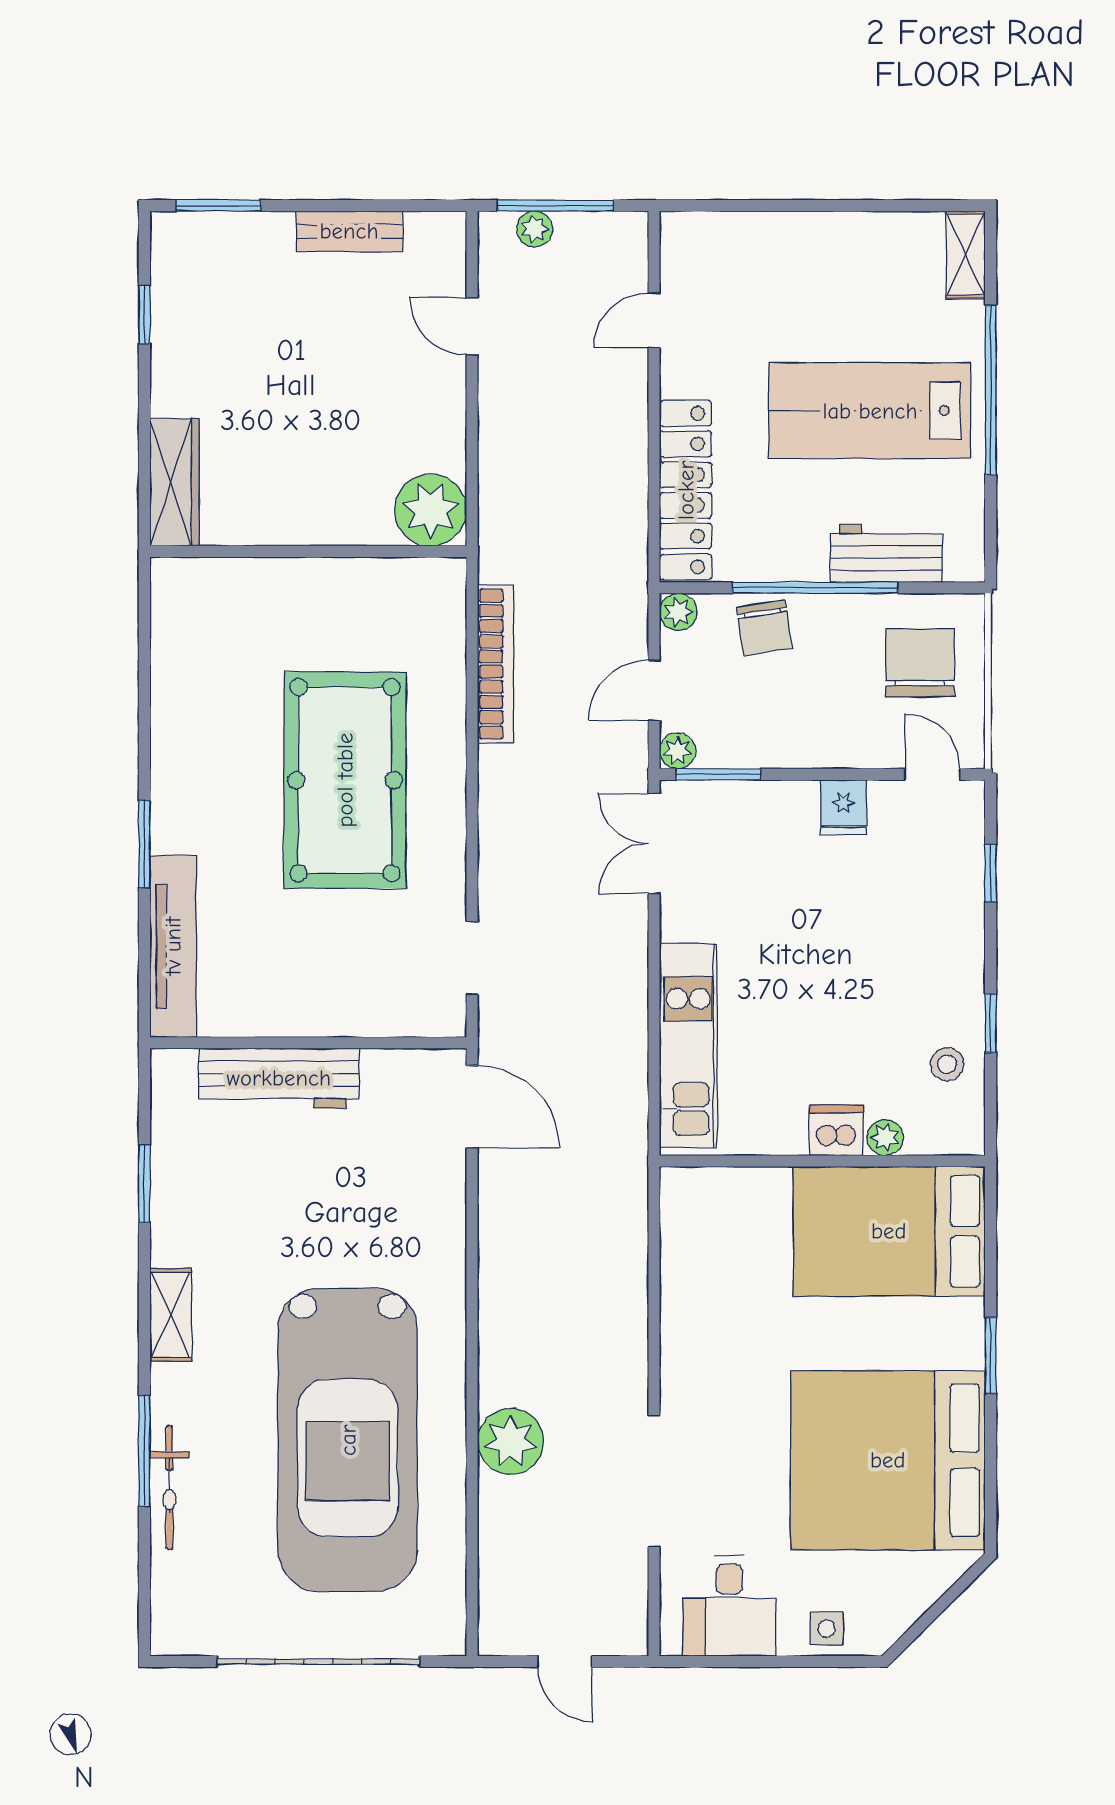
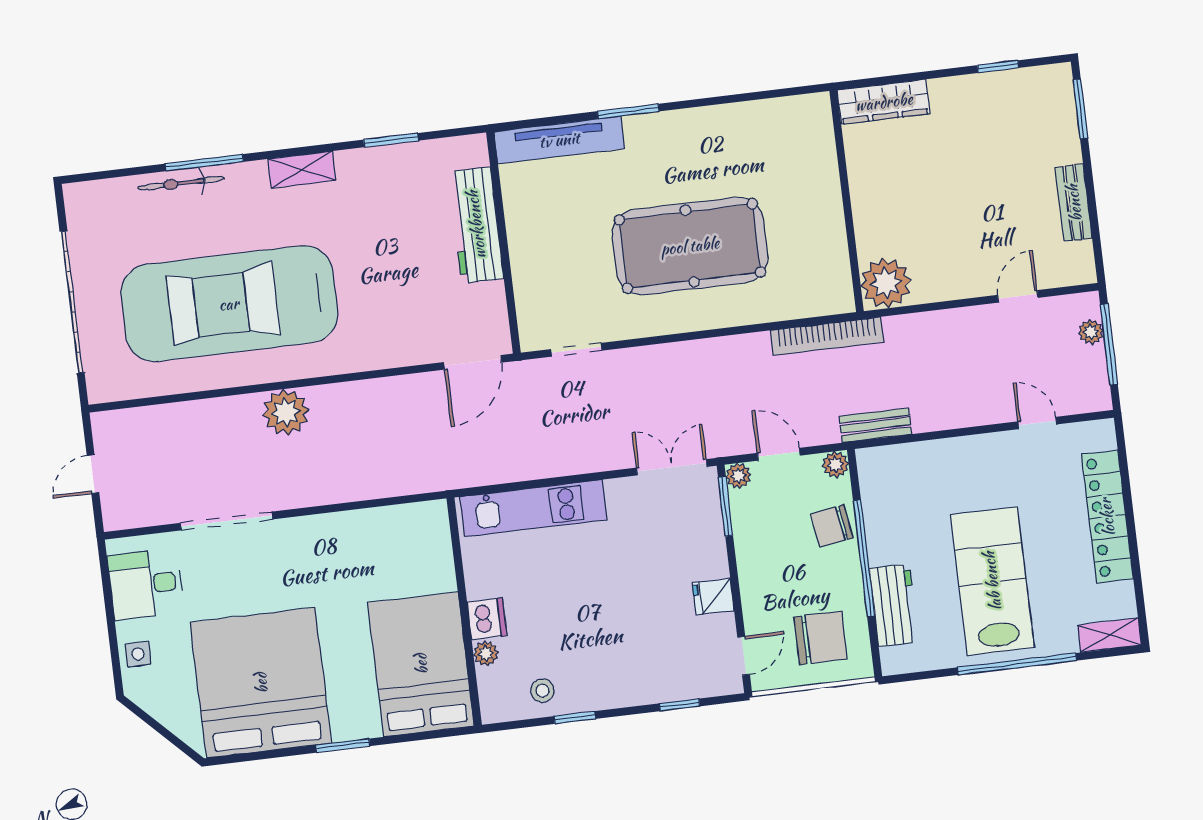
locker: (686, 490) -> (1107, 517), moved, turned 90
bench: (630, 549) -> (875, 425), added
bookcase: (495, 664) -> (827, 336), moved
plant: (511, 1441) -> (286, 412), moved

